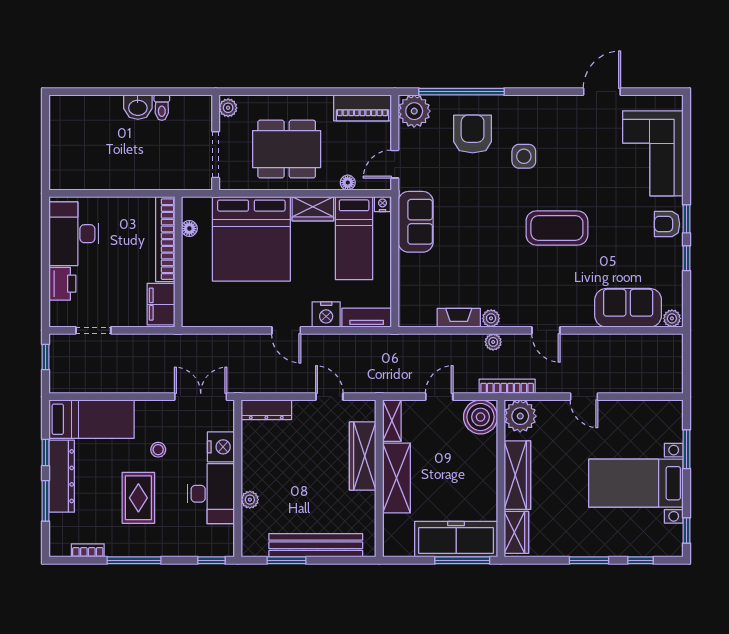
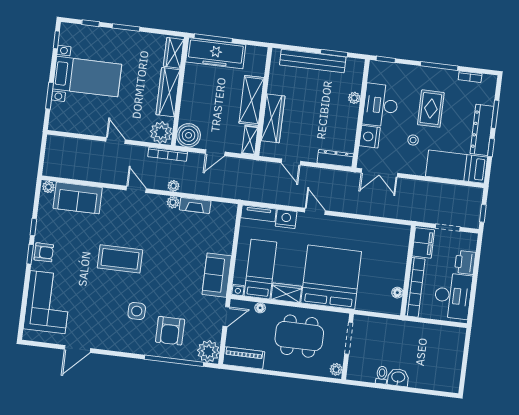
floor lamp: (189, 229) -> (397, 293), moved
bookcase: (165, 239) -> (415, 287), moved
wall: (178, 262) -> (408, 271), moved
filing cabinet: (161, 304) -> (423, 243), moved

